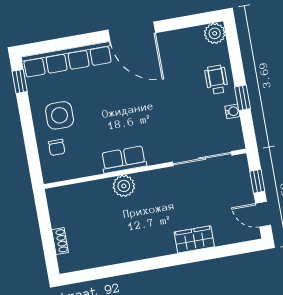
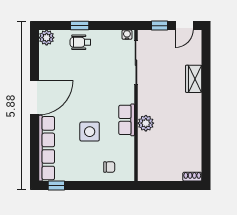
window: (243, 98) -> (80, 26), moved
water cooler: (232, 111) -> (127, 35), moved
side table: (60, 115) -> (90, 132), moved
shoe rack: (60, 241) -> (192, 177), moved

